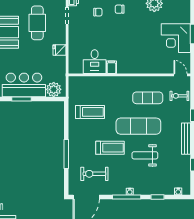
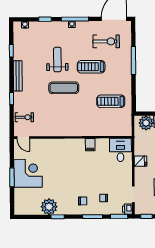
desk: (95, 62) -> (120, 150), moved
exercise mat: (148, 98) -> (55, 115), removed
exercise mat: (138, 126) -> (64, 88), width x0.73, depth x0.69
weight bench: (145, 155) -> (57, 60), turned -90

